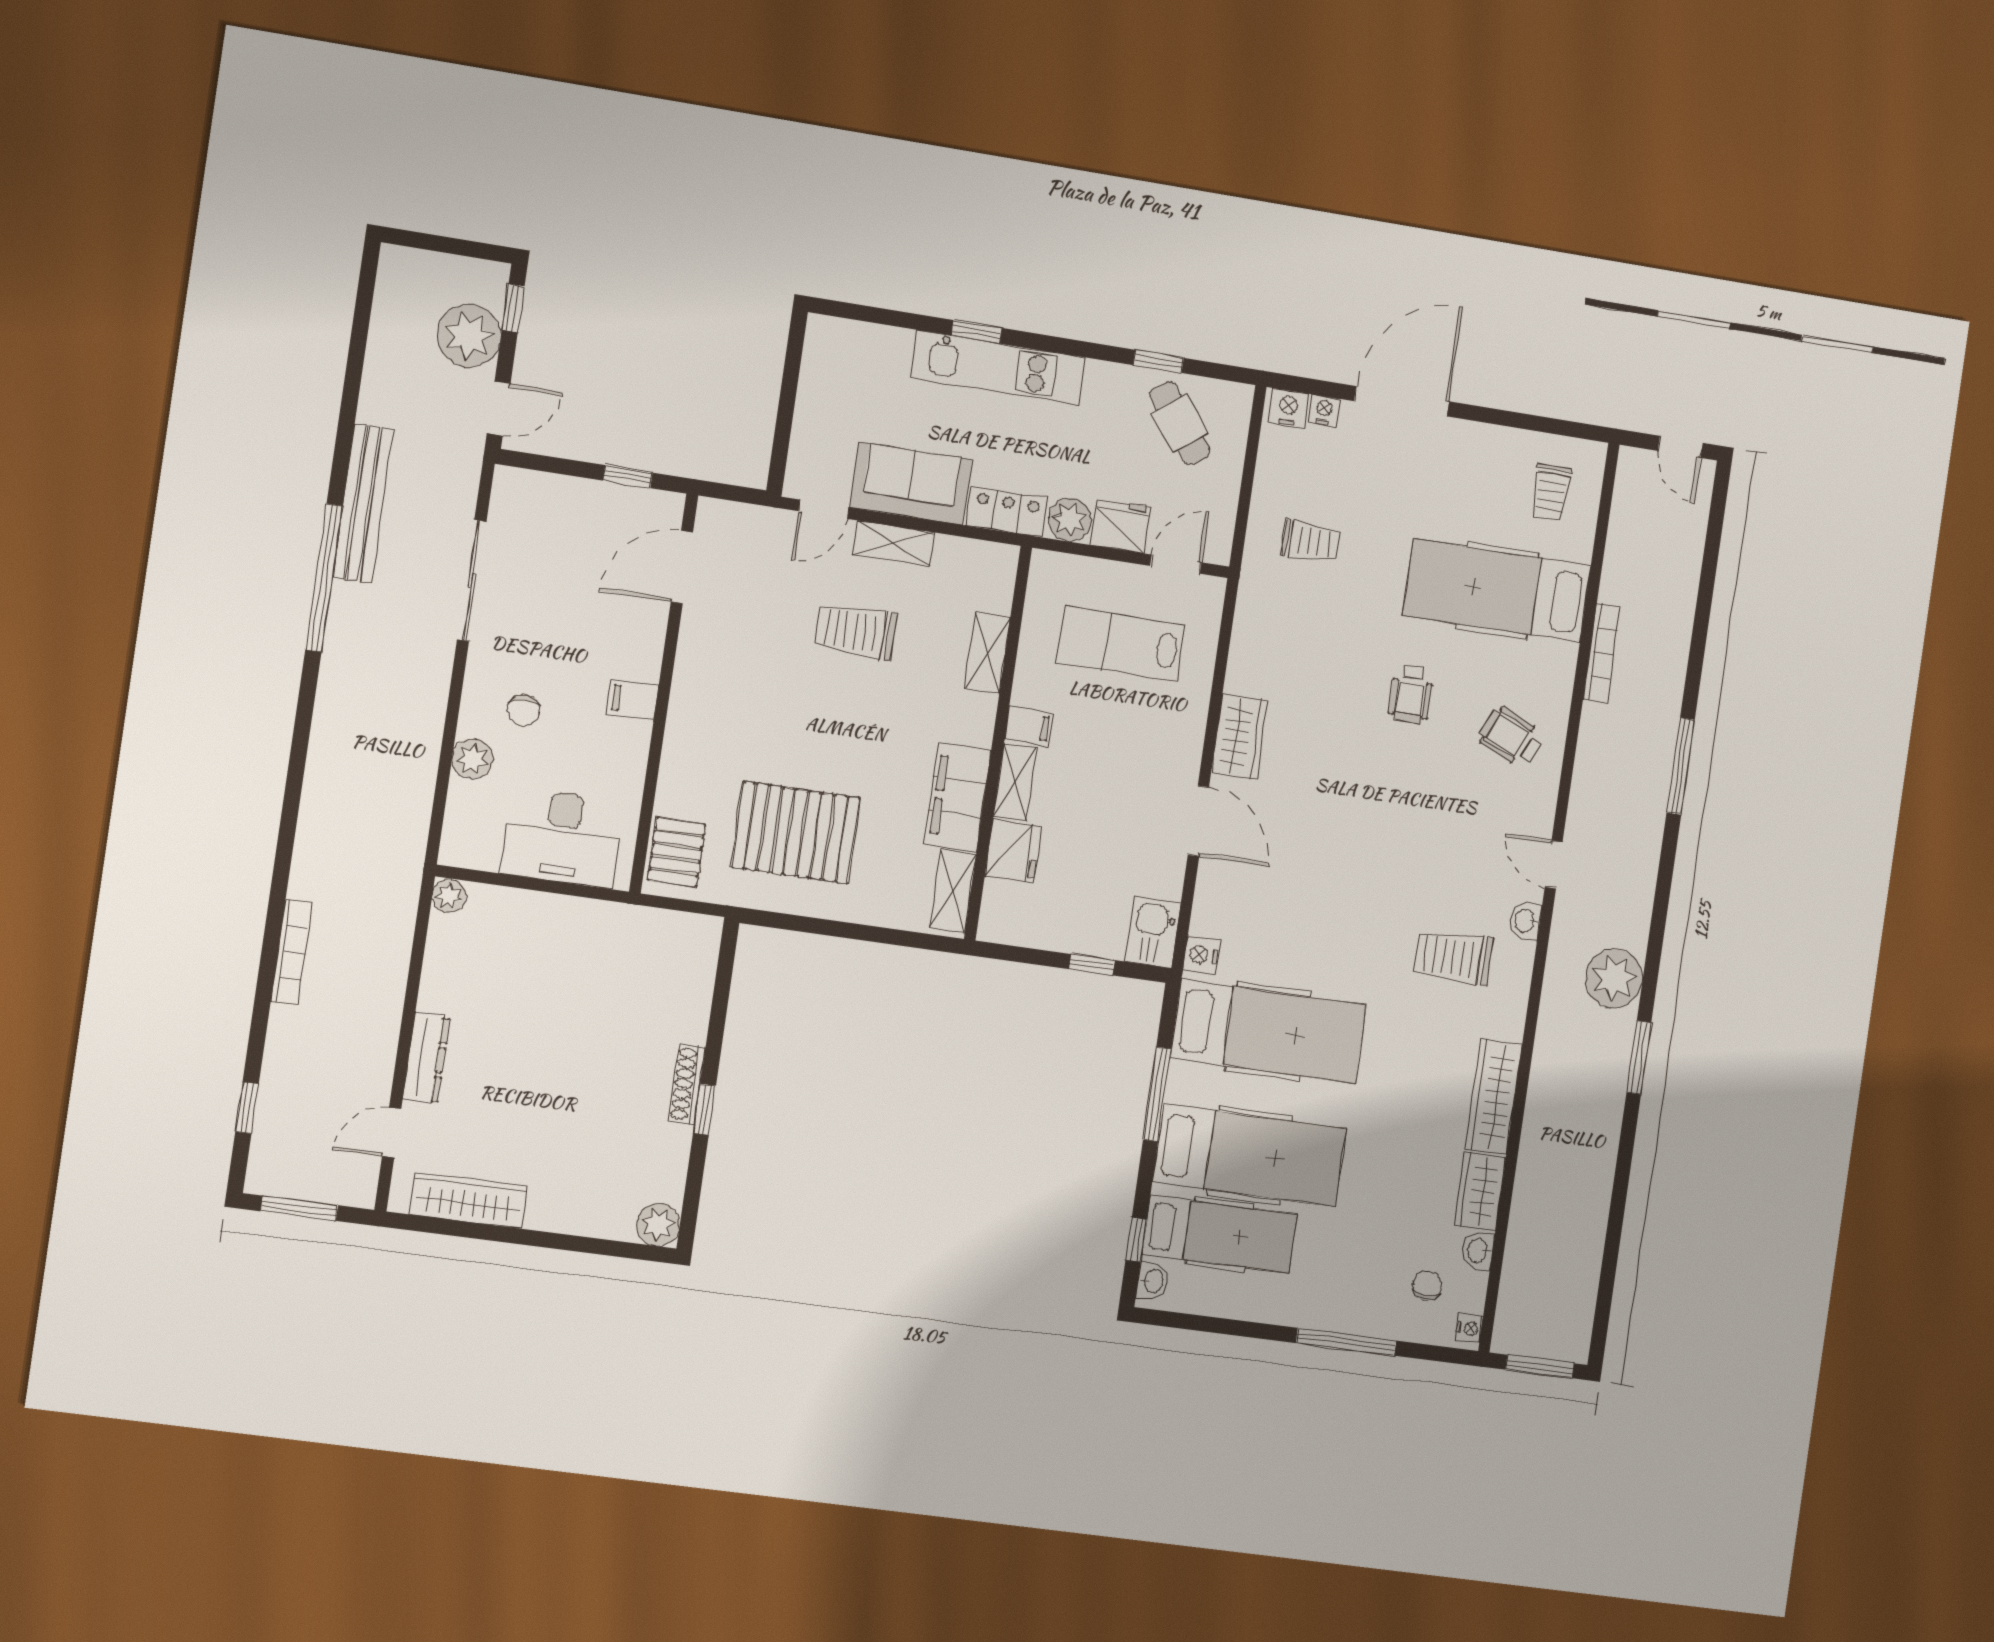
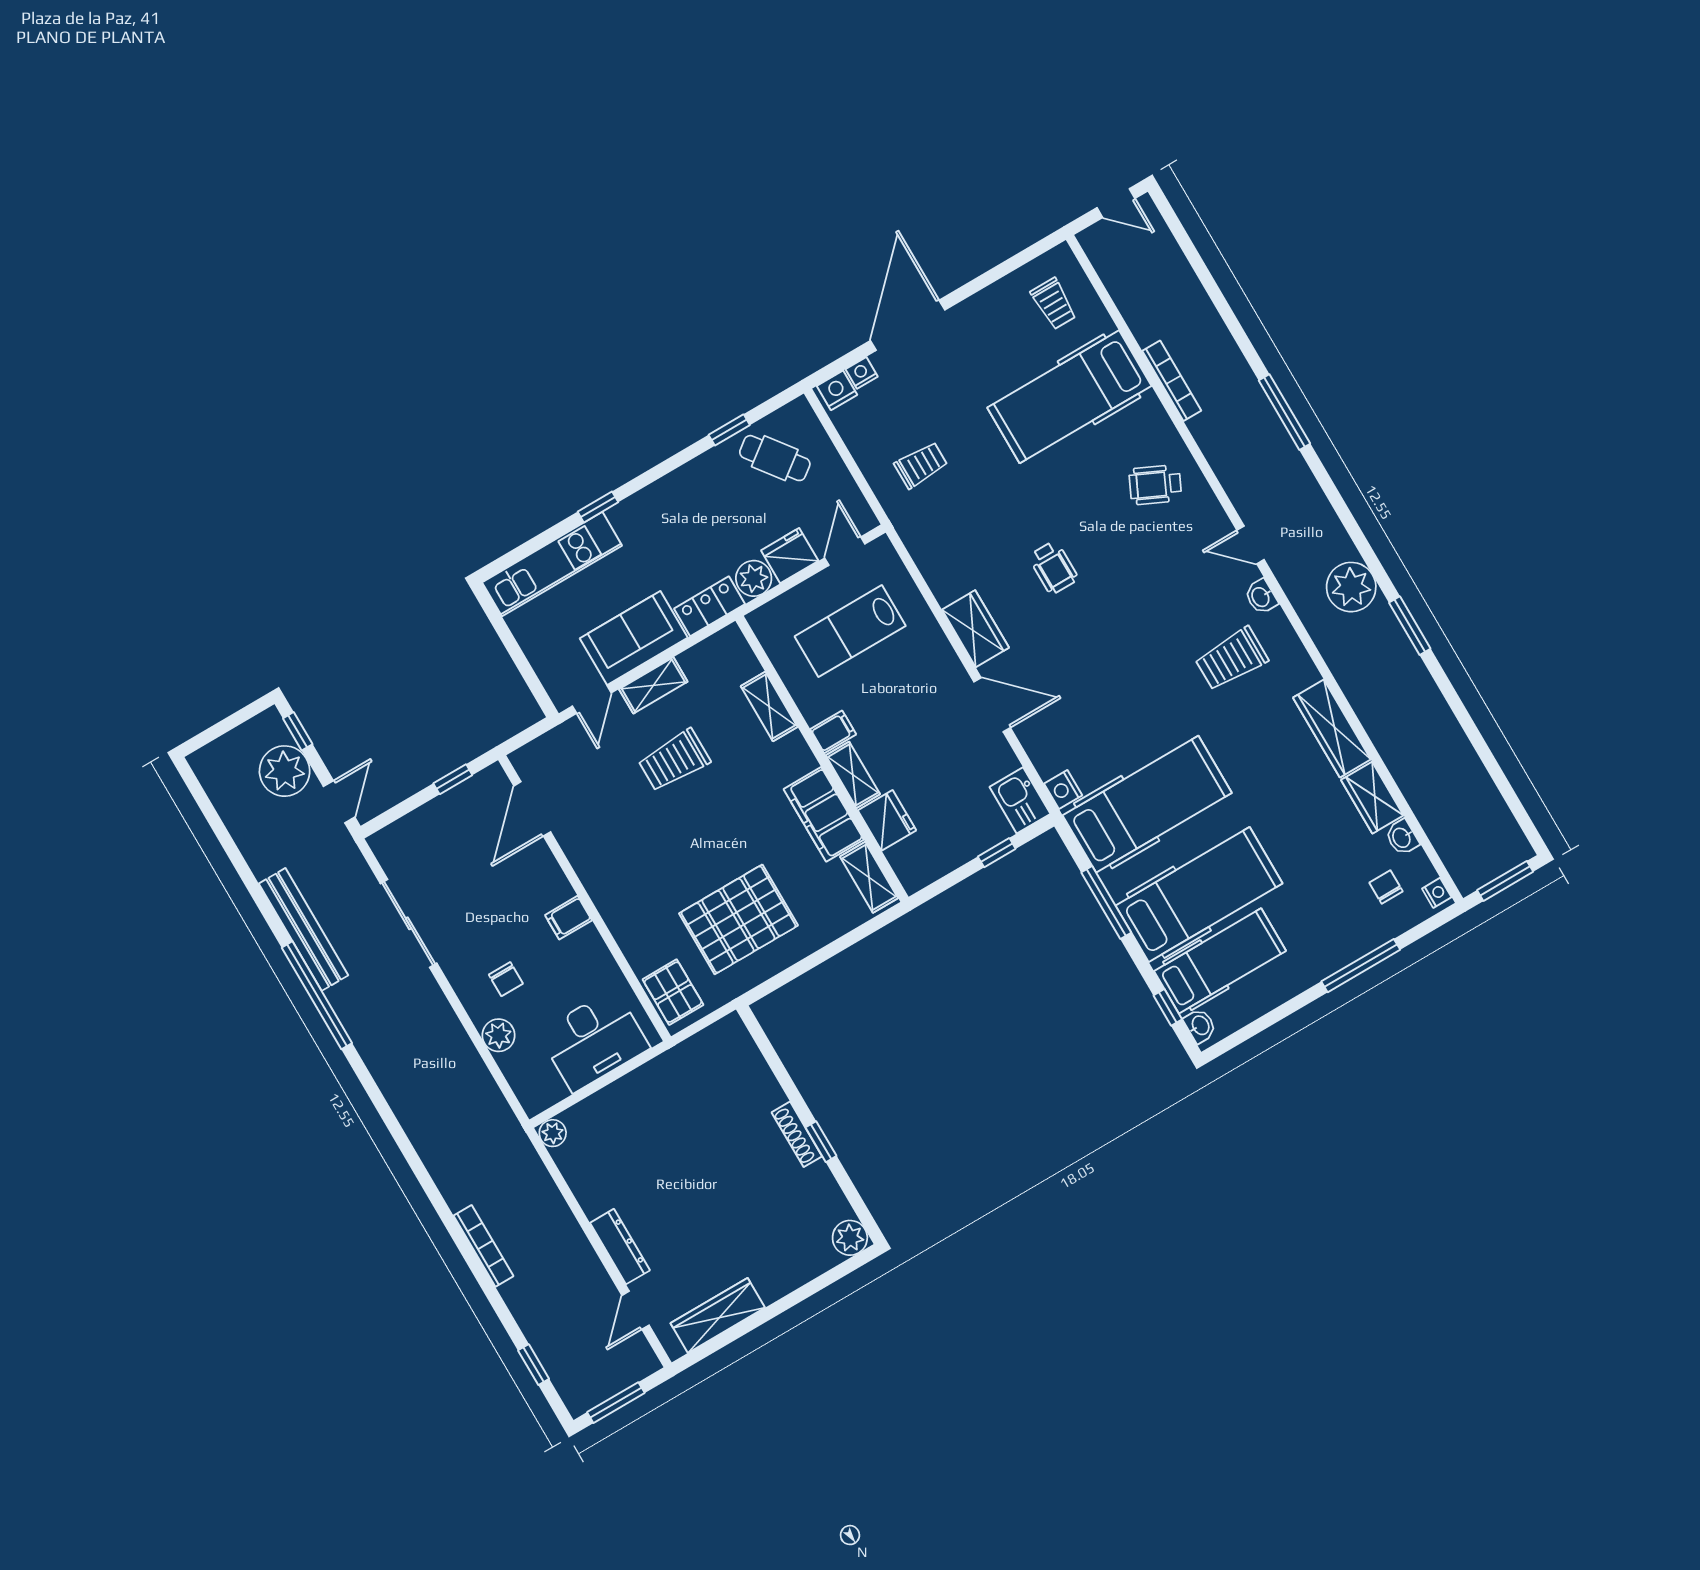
kitchen unit: (998, 367) -> (552, 564), moved
wheelchair: (1411, 694) -> (1053, 567), moved

